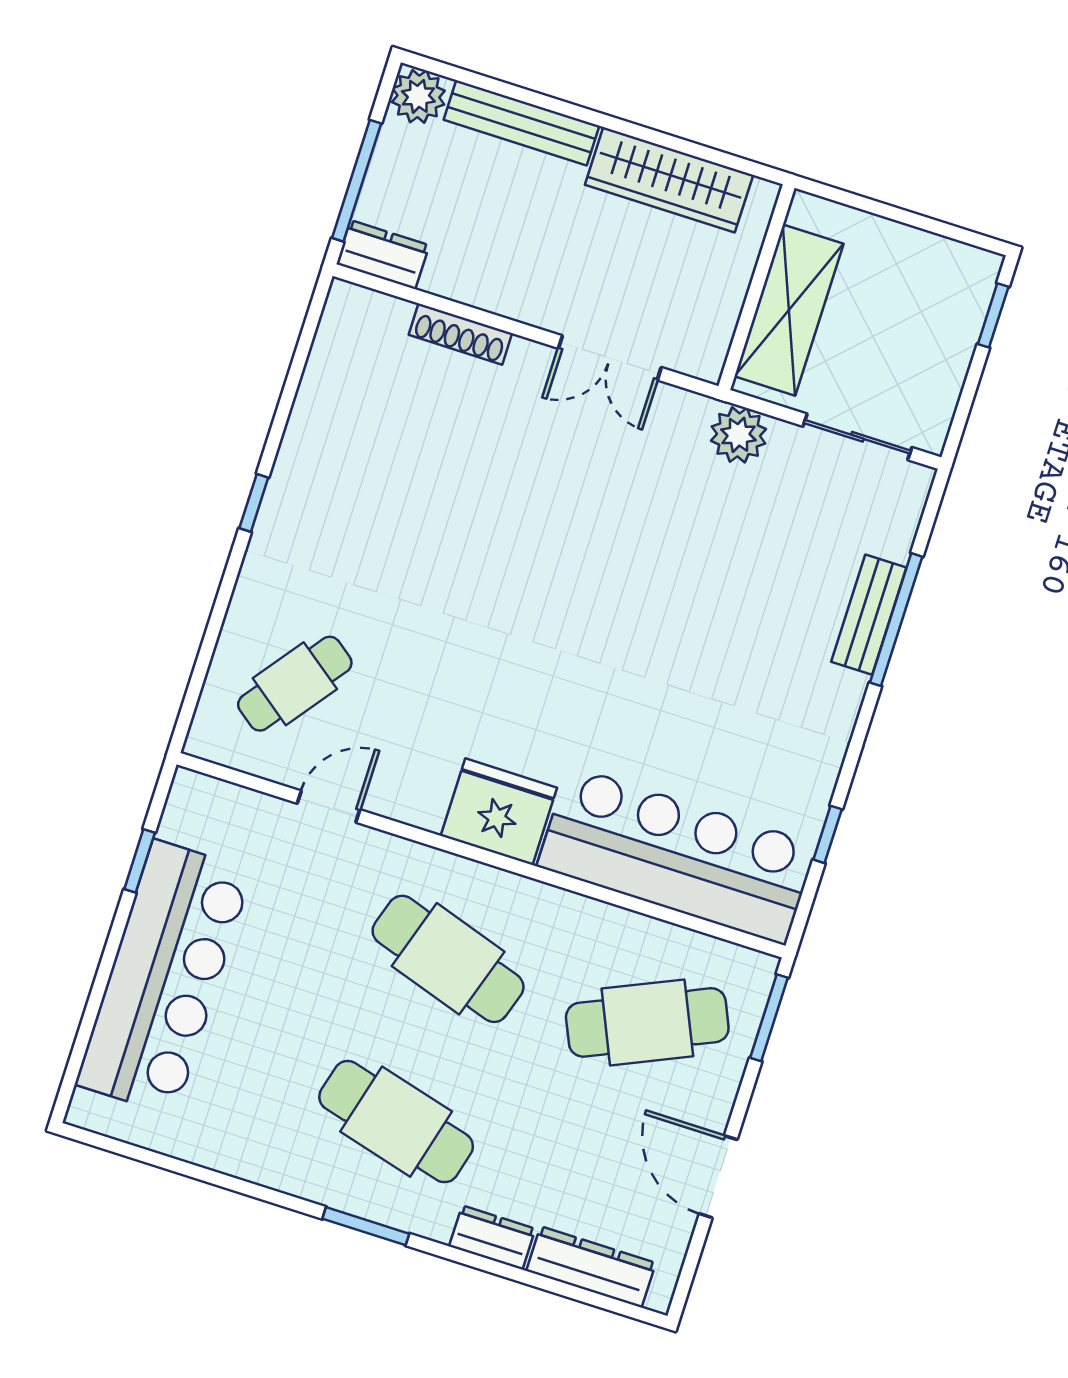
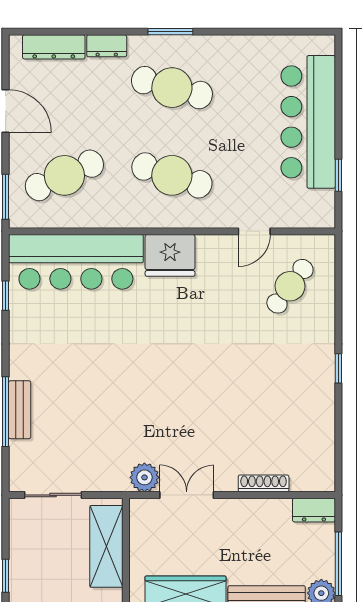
window: (357, 181) -> (338, 564), moved
plant: (738, 435) -> (144, 477), moved

